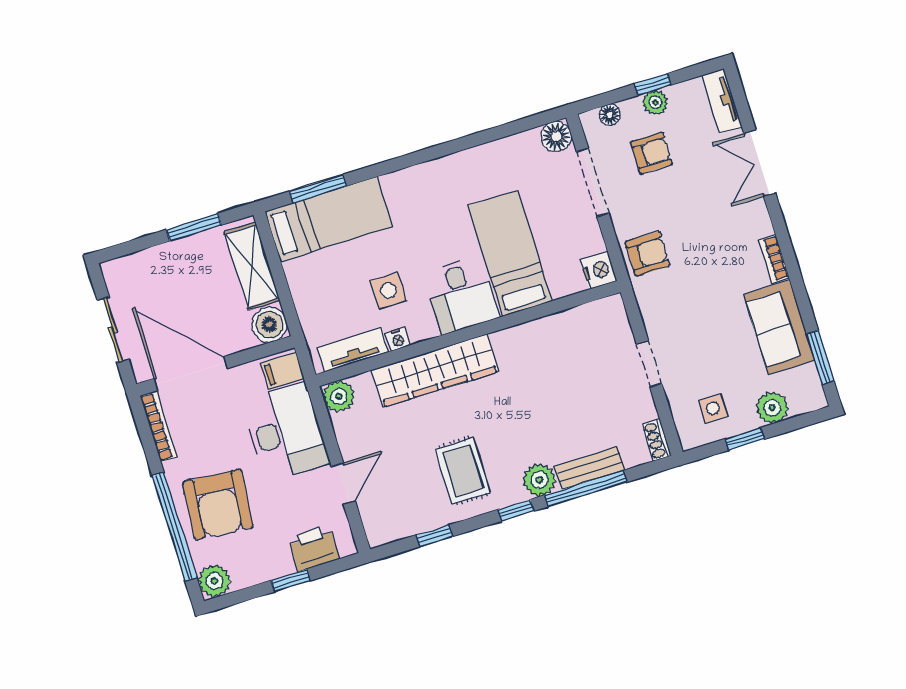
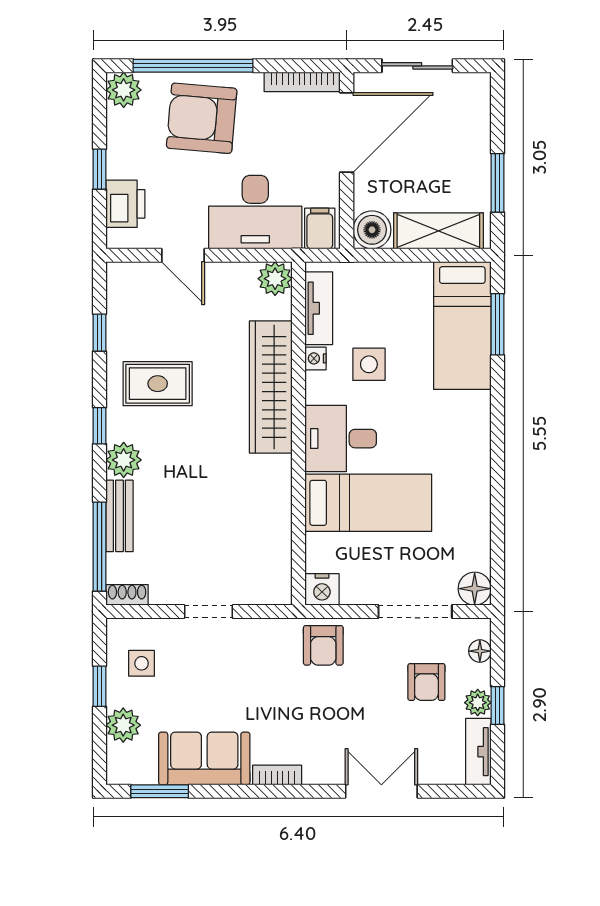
tv unit: (722, 101) -> (478, 752), moved, turned -90
window: (586, 489) -> (99, 547), moved

